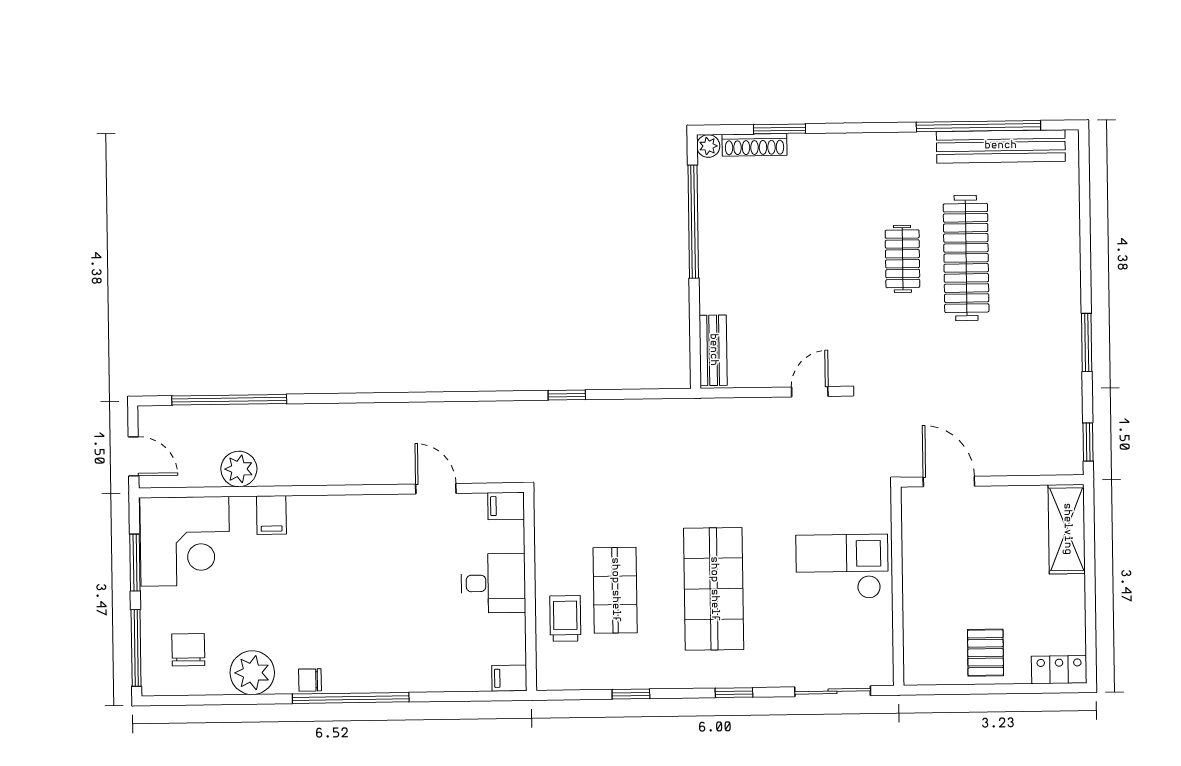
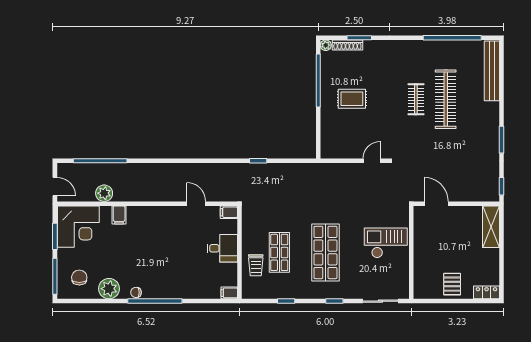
bench: (1001, 146) -> (492, 71), moved, turned 90
rug: (765, 260) -> (352, 99), added
bench: (713, 350) -> (327, 141), removed
trolley: (565, 618) -> (256, 265), turned 180

